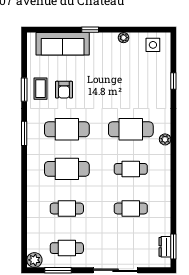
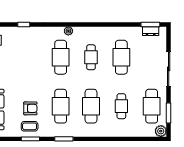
cafe table: (131, 208) -> (121, 57), width x1.37, depth x1.35
cafe table: (67, 248) -> (152, 106), width x1.37, depth x1.35

